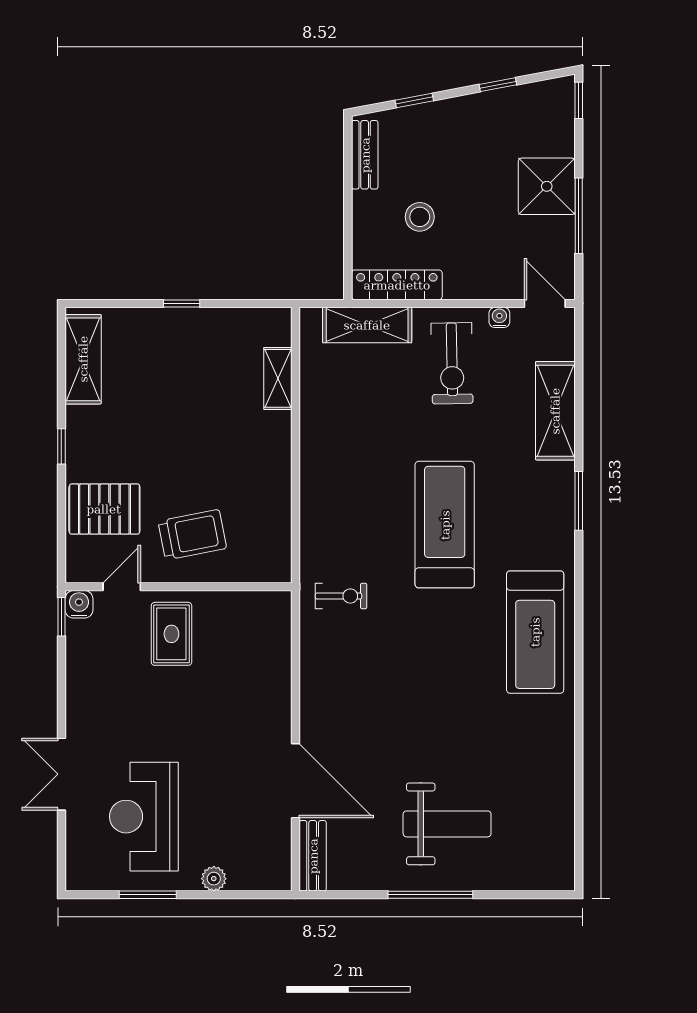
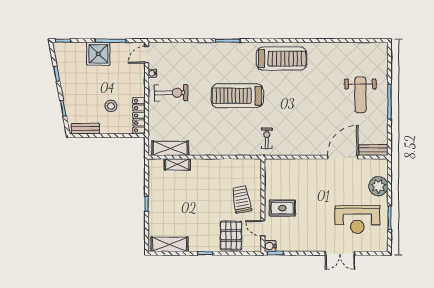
shelving: (367, 325) -> (170, 148), moved, turned 90
shelving: (555, 411) -> (191, 50), removed
weight bench: (447, 824) -> (360, 95), turned 180
plant: (214, 879) -> (378, 186), width x1.87, depth x1.87

